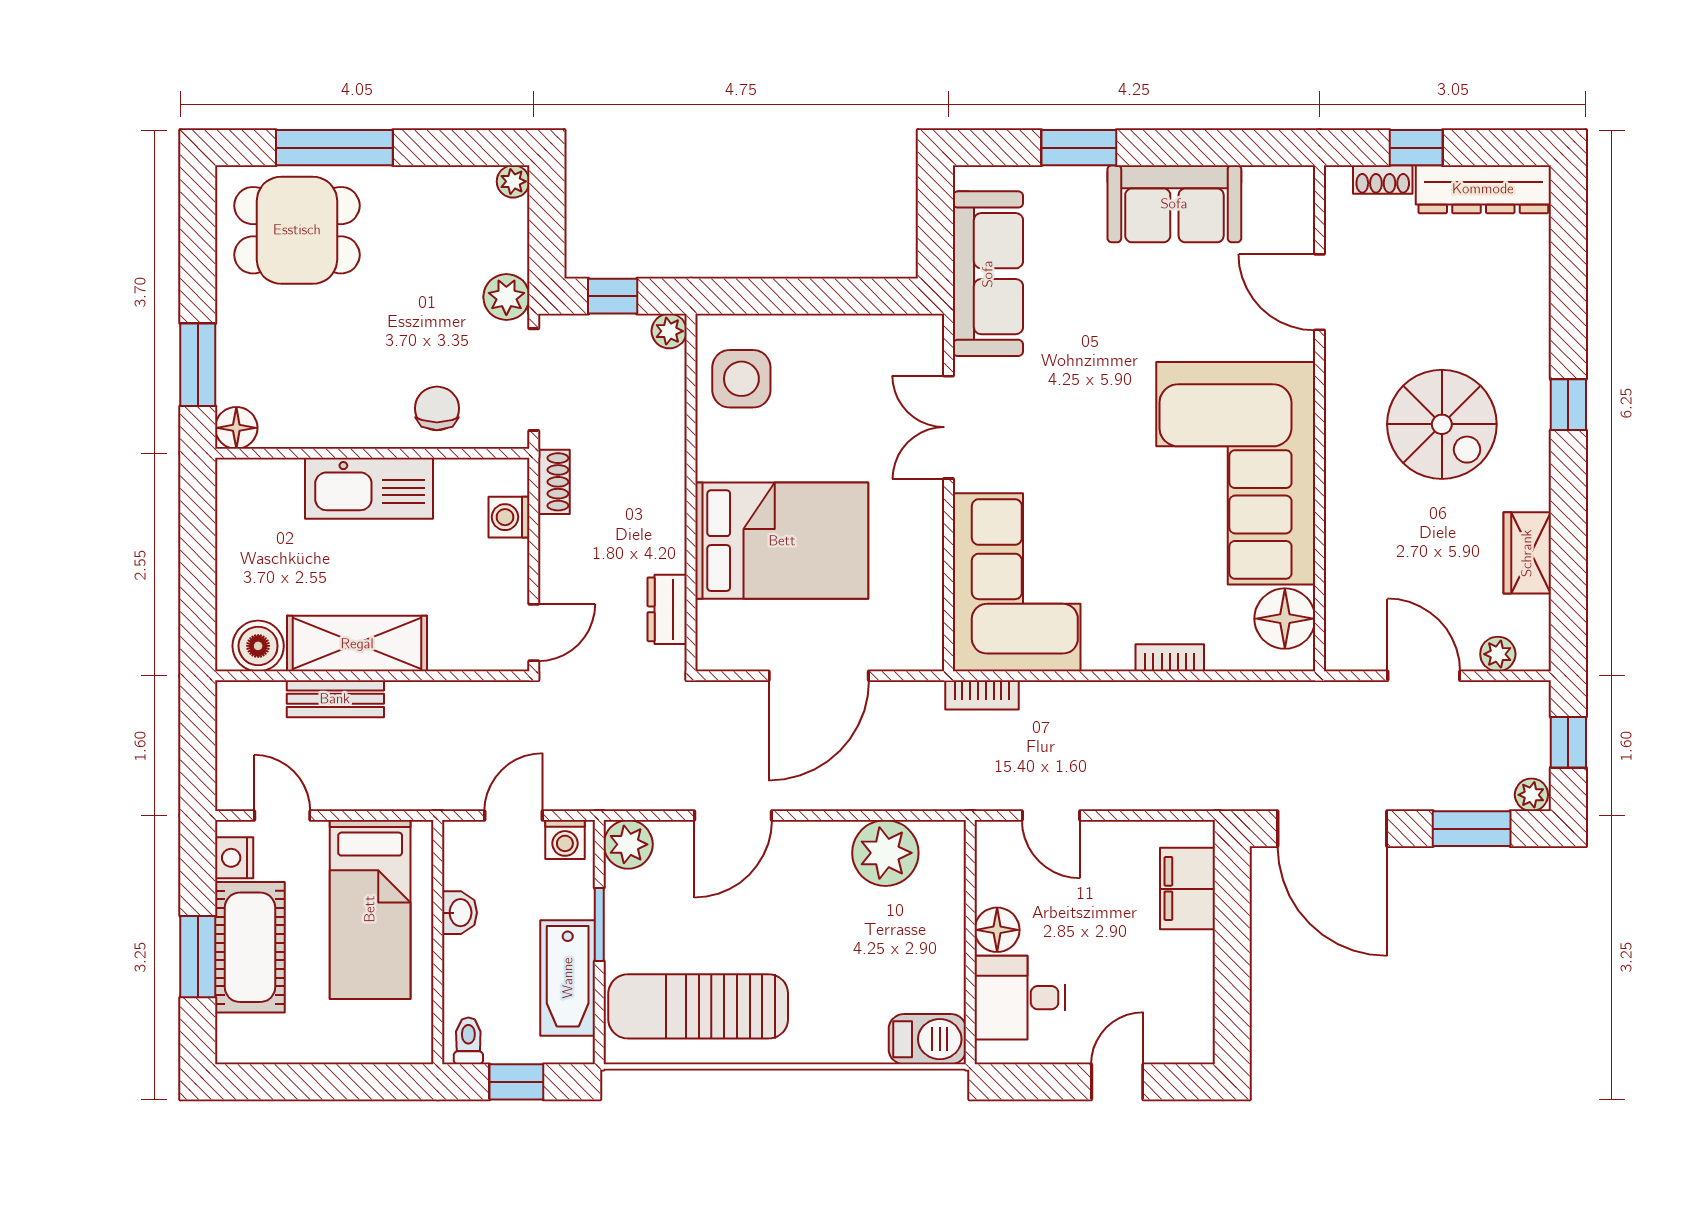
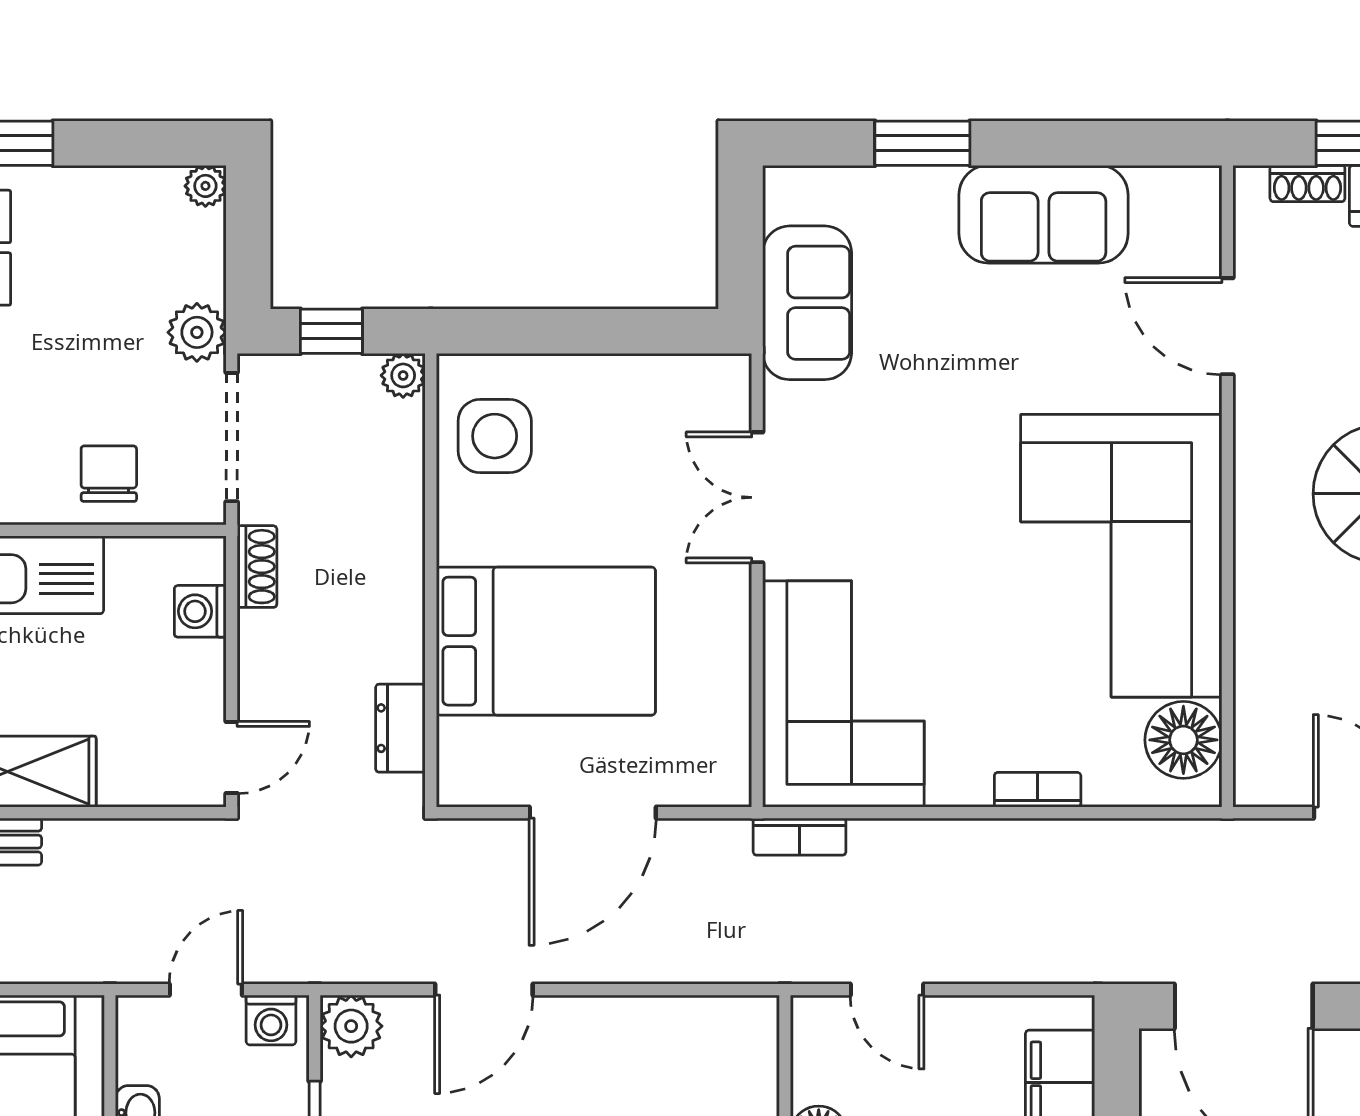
sofa: (988, 274) -> (807, 303), width x0.73
plant: (885, 853) -> (677, 1037), removed

